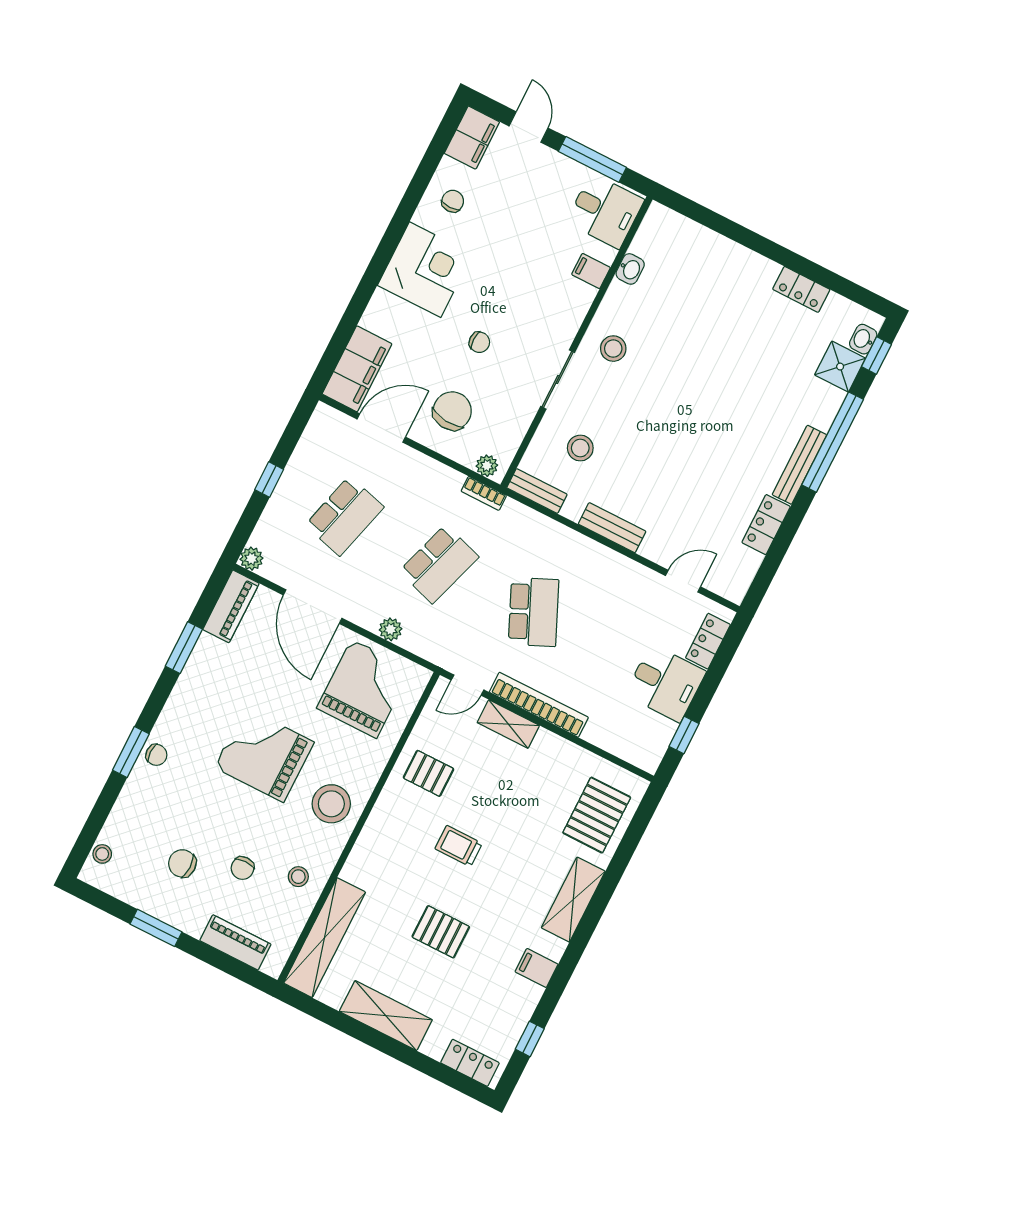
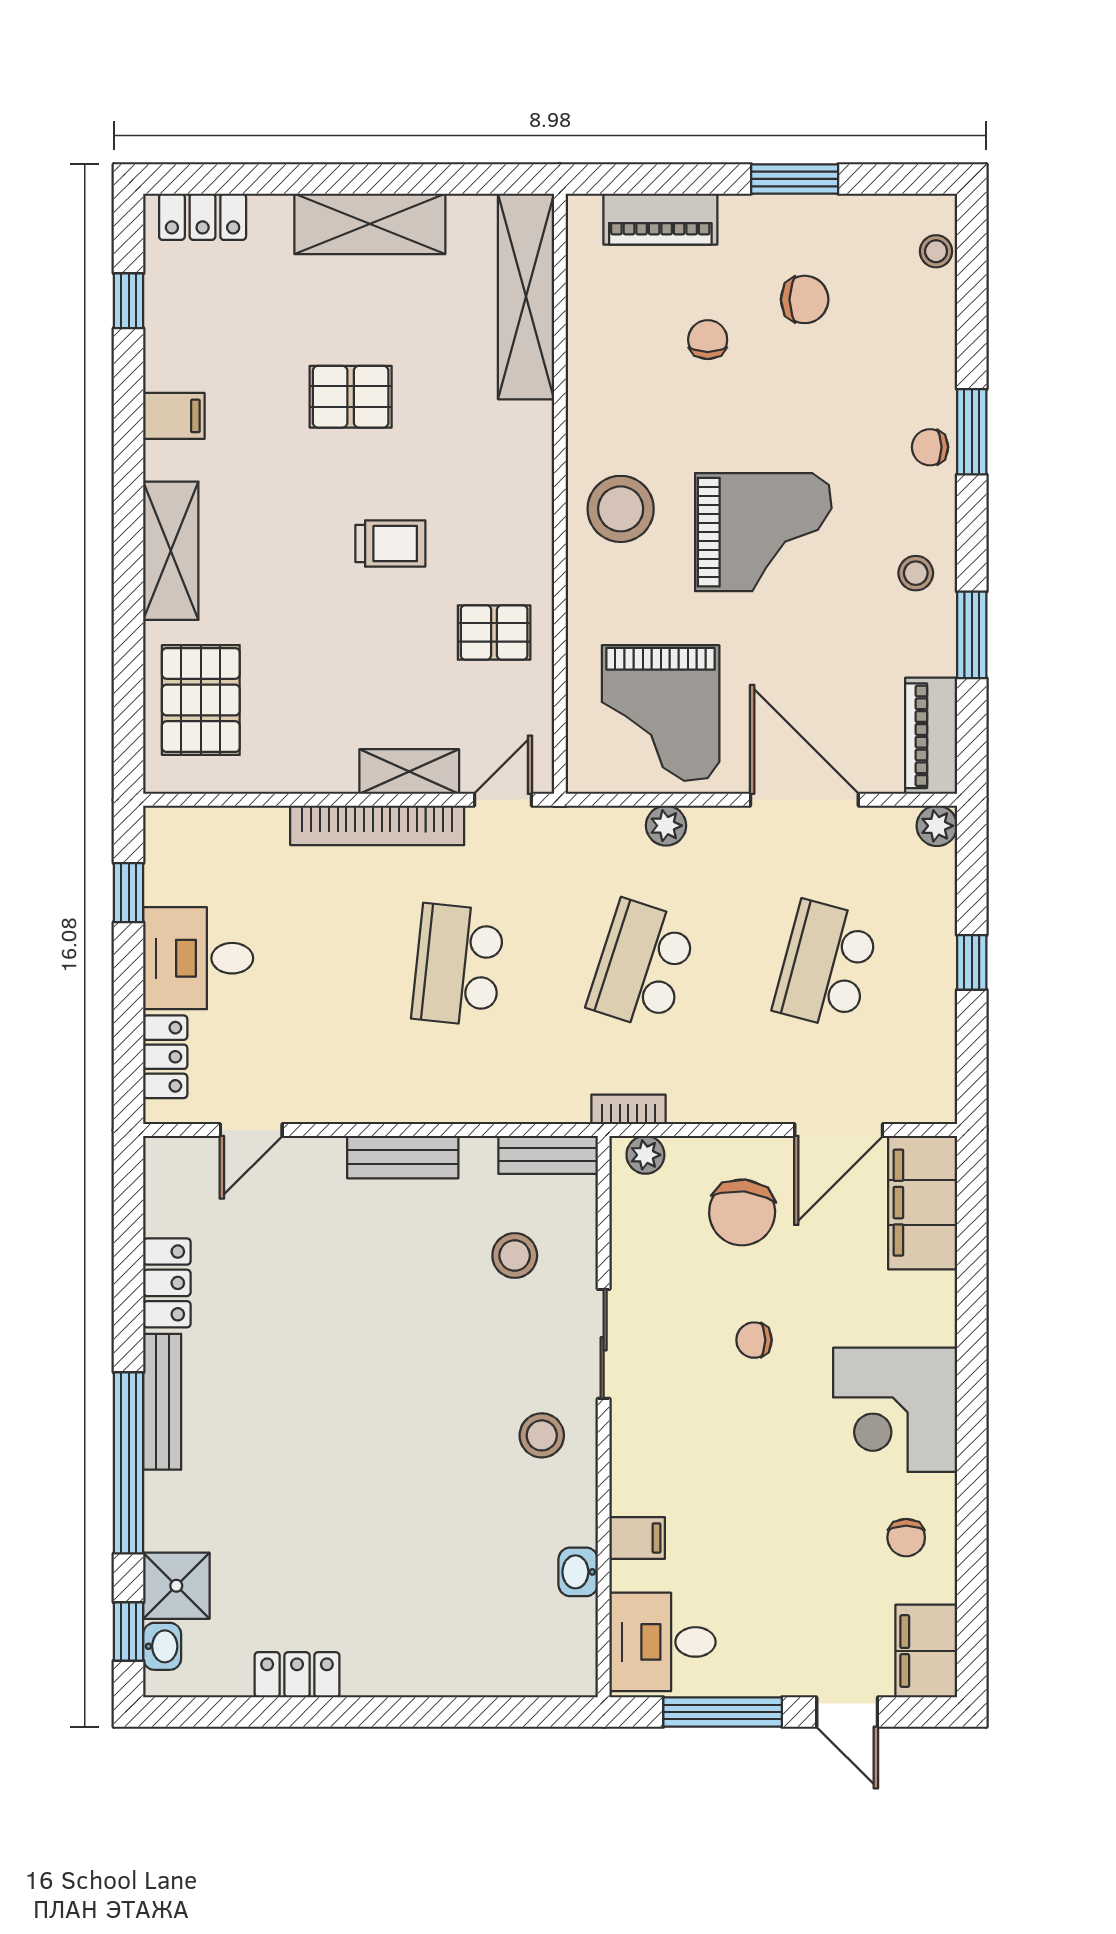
school desk: (534, 612) -> (458, 965), turned 30
stool: (298, 877) -> (916, 573), moved

